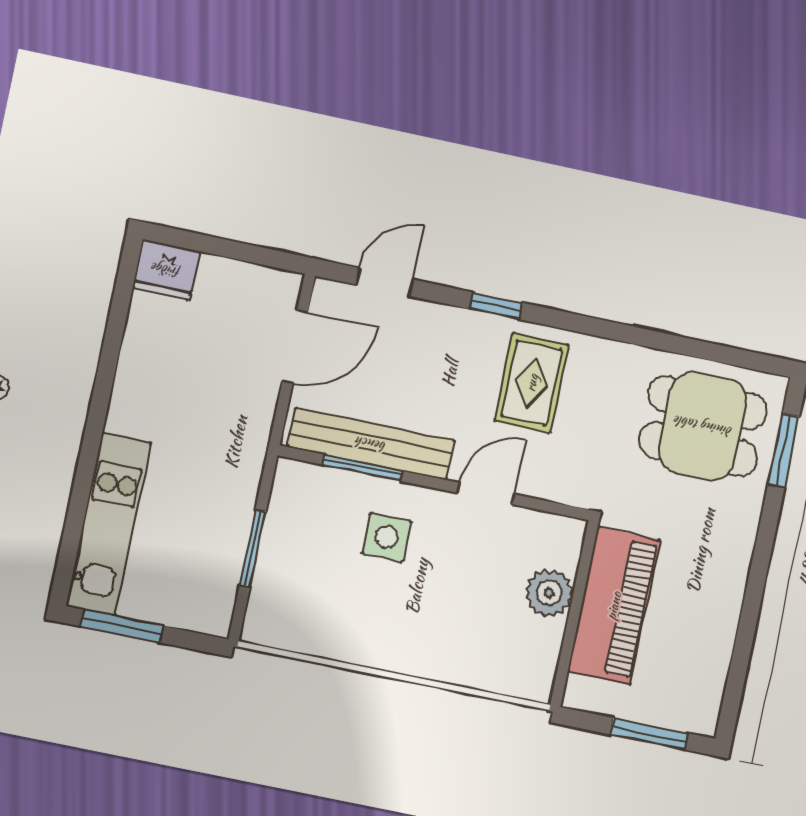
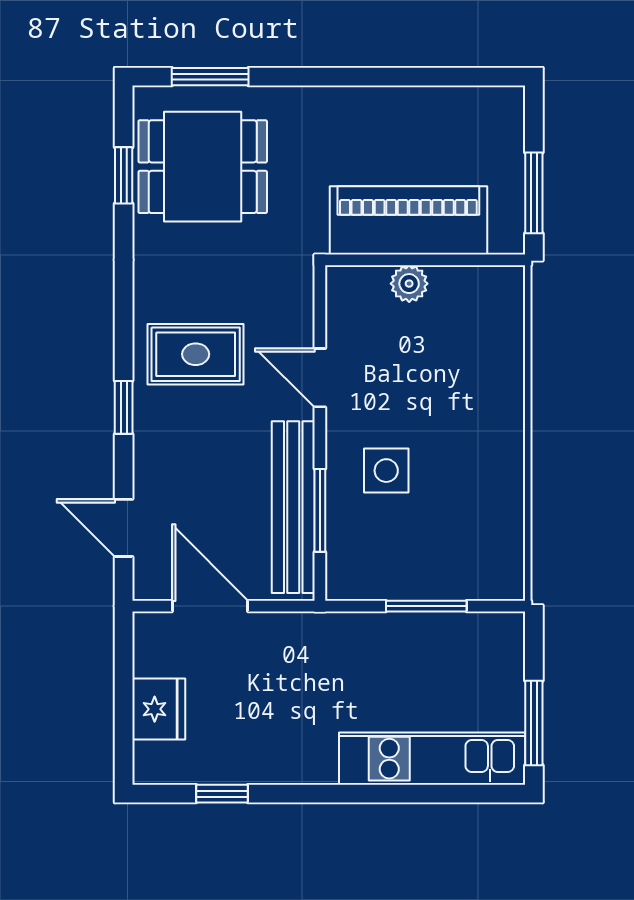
fridge: (166, 270) -> (159, 709), moved
window: (117, 321) -> (222, 794), added
window: (710, 351) -> (124, 175), added
dining table: (703, 426) -> (203, 167), turned 90
plant: (549, 593) -> (409, 284), width x0.73, depth x0.73
window: (649, 734) -> (534, 193), moved

